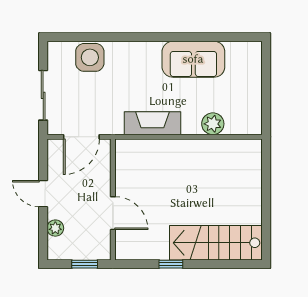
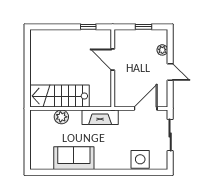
wall: (113, 199) -> (113, 68), moved
door: (113, 213) -> (113, 60), moved
stairs: (216, 243) -> (59, 96), moved, turned 180

